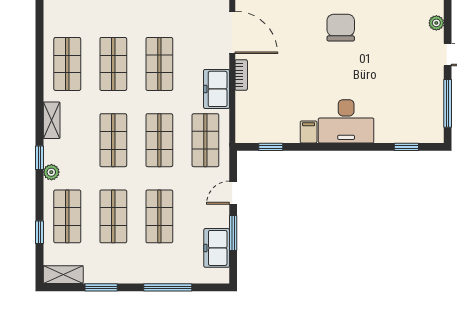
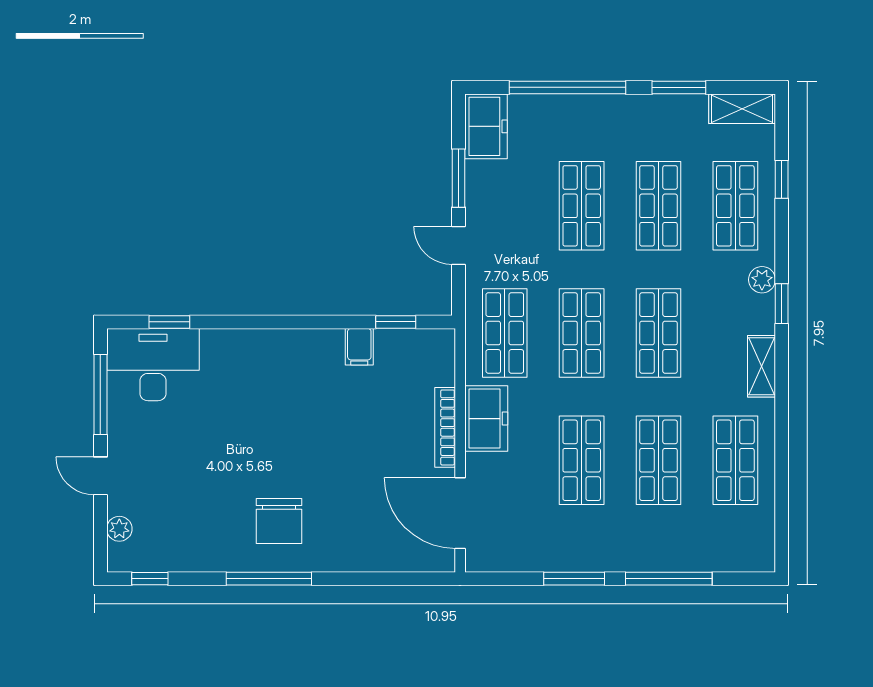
bookcase: (241, 75) -> (445, 427), width x1.56
desk: (346, 121) -> (153, 365), moved
filing cabinet: (309, 132) -> (359, 347), moved
door: (233, 193) -> (458, 245), swing flipped
freezer: (217, 248) -> (486, 126), moved
window: (168, 287) -> (568, 87), width x1.46

